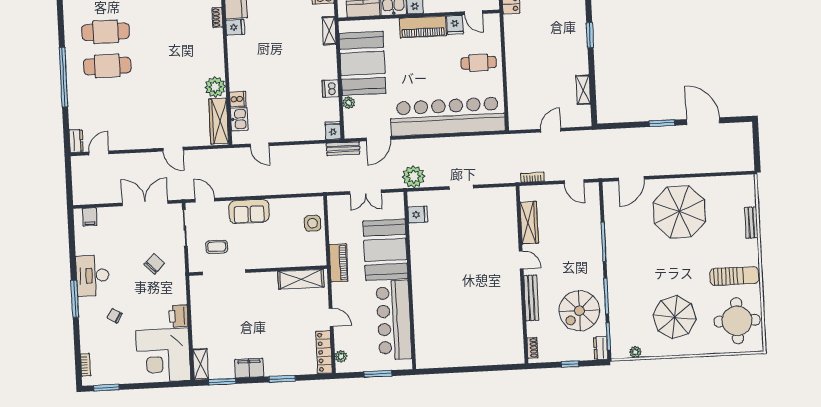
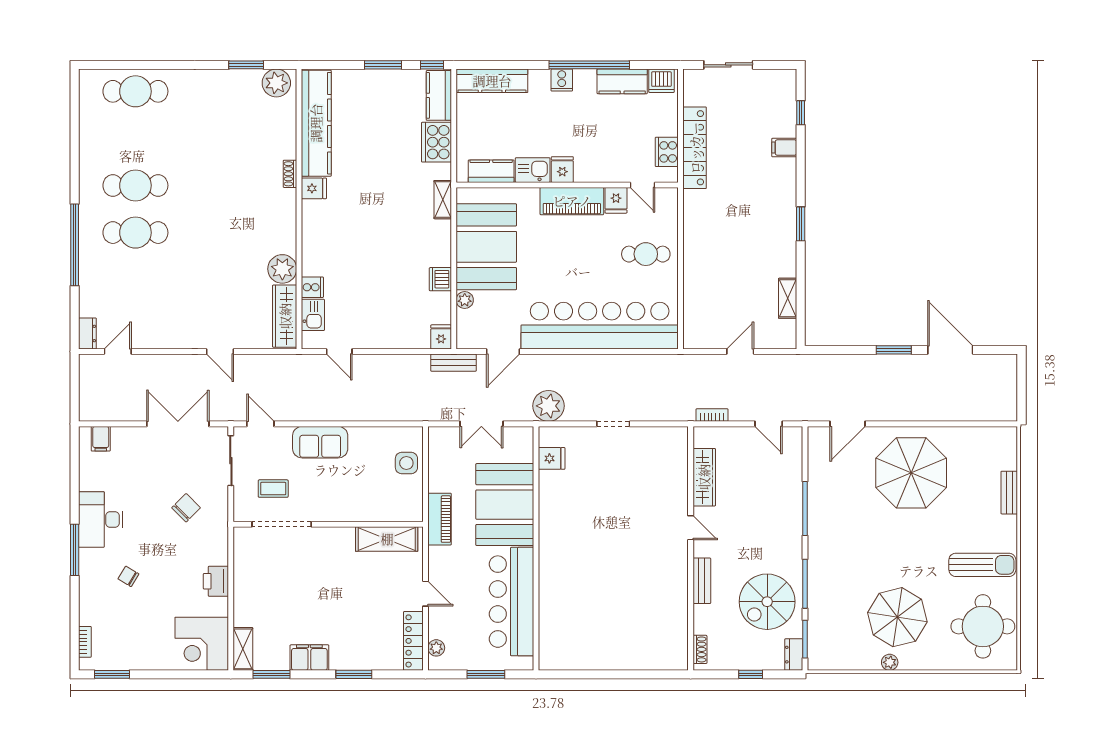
bench: (531, 298) -> (702, 581), width x0.73
plant: (635, 352) -> (890, 662), moved
corner desk: (163, 355) -> (202, 644), width x0.74, depth x0.74

